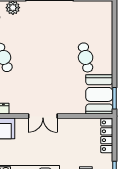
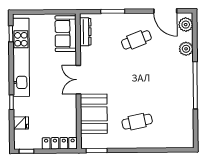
booth: (99, 94) -> (94, 114), moved, turned 90

